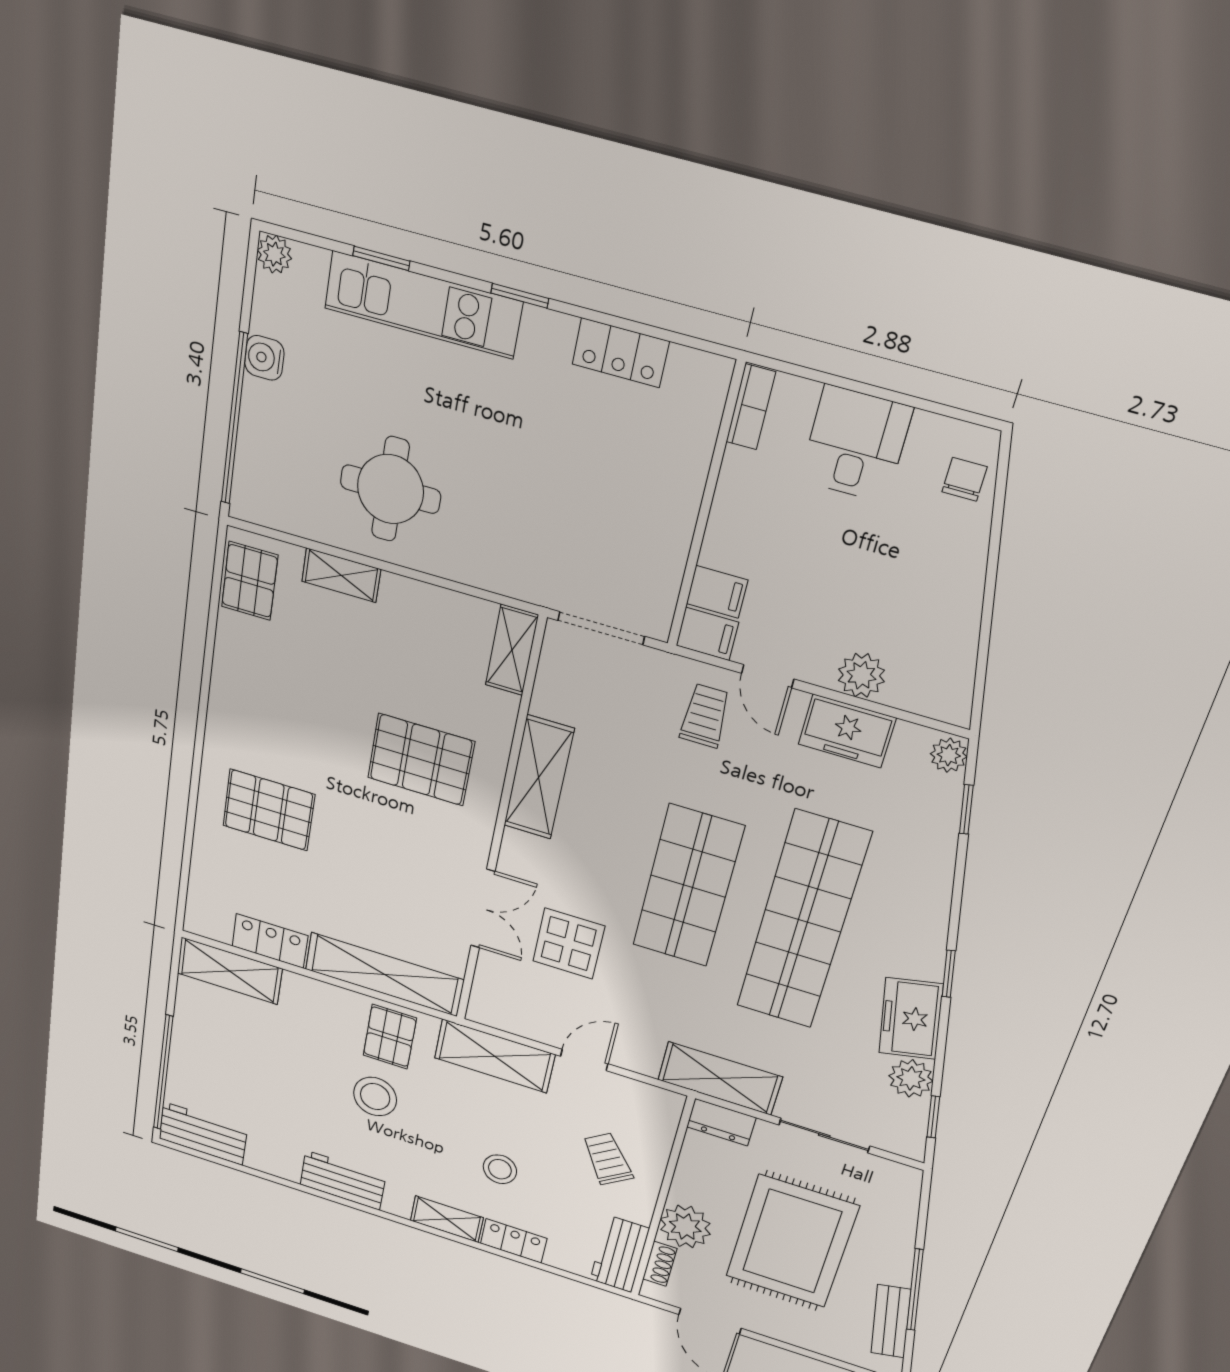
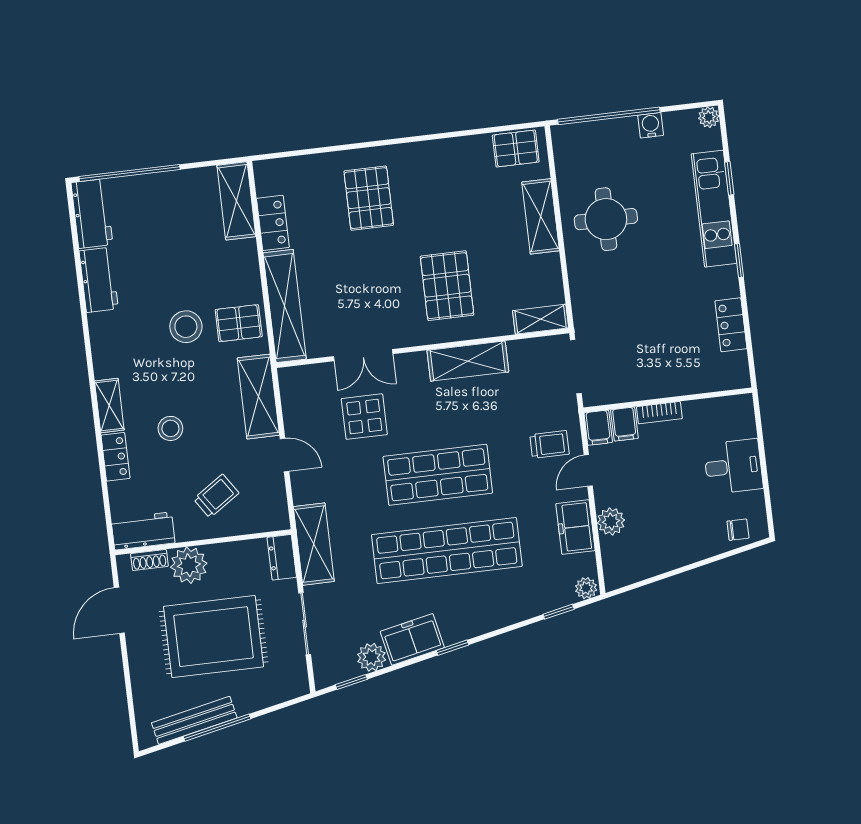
bookcase: (751, 407) -> (659, 413), moved
shelving: (341, 575) -> (541, 216), width x1.50, depth x1.33
workbench: (343, 1180) -> (99, 280), moved
bench: (891, 1321) -> (194, 720), width x1.36

